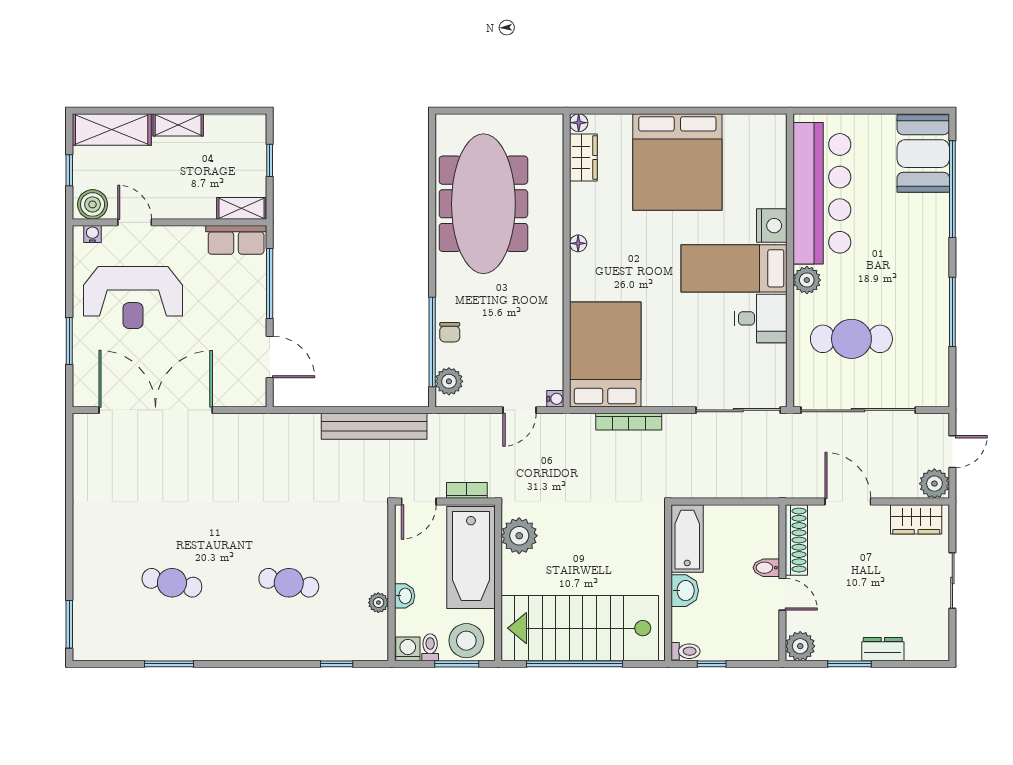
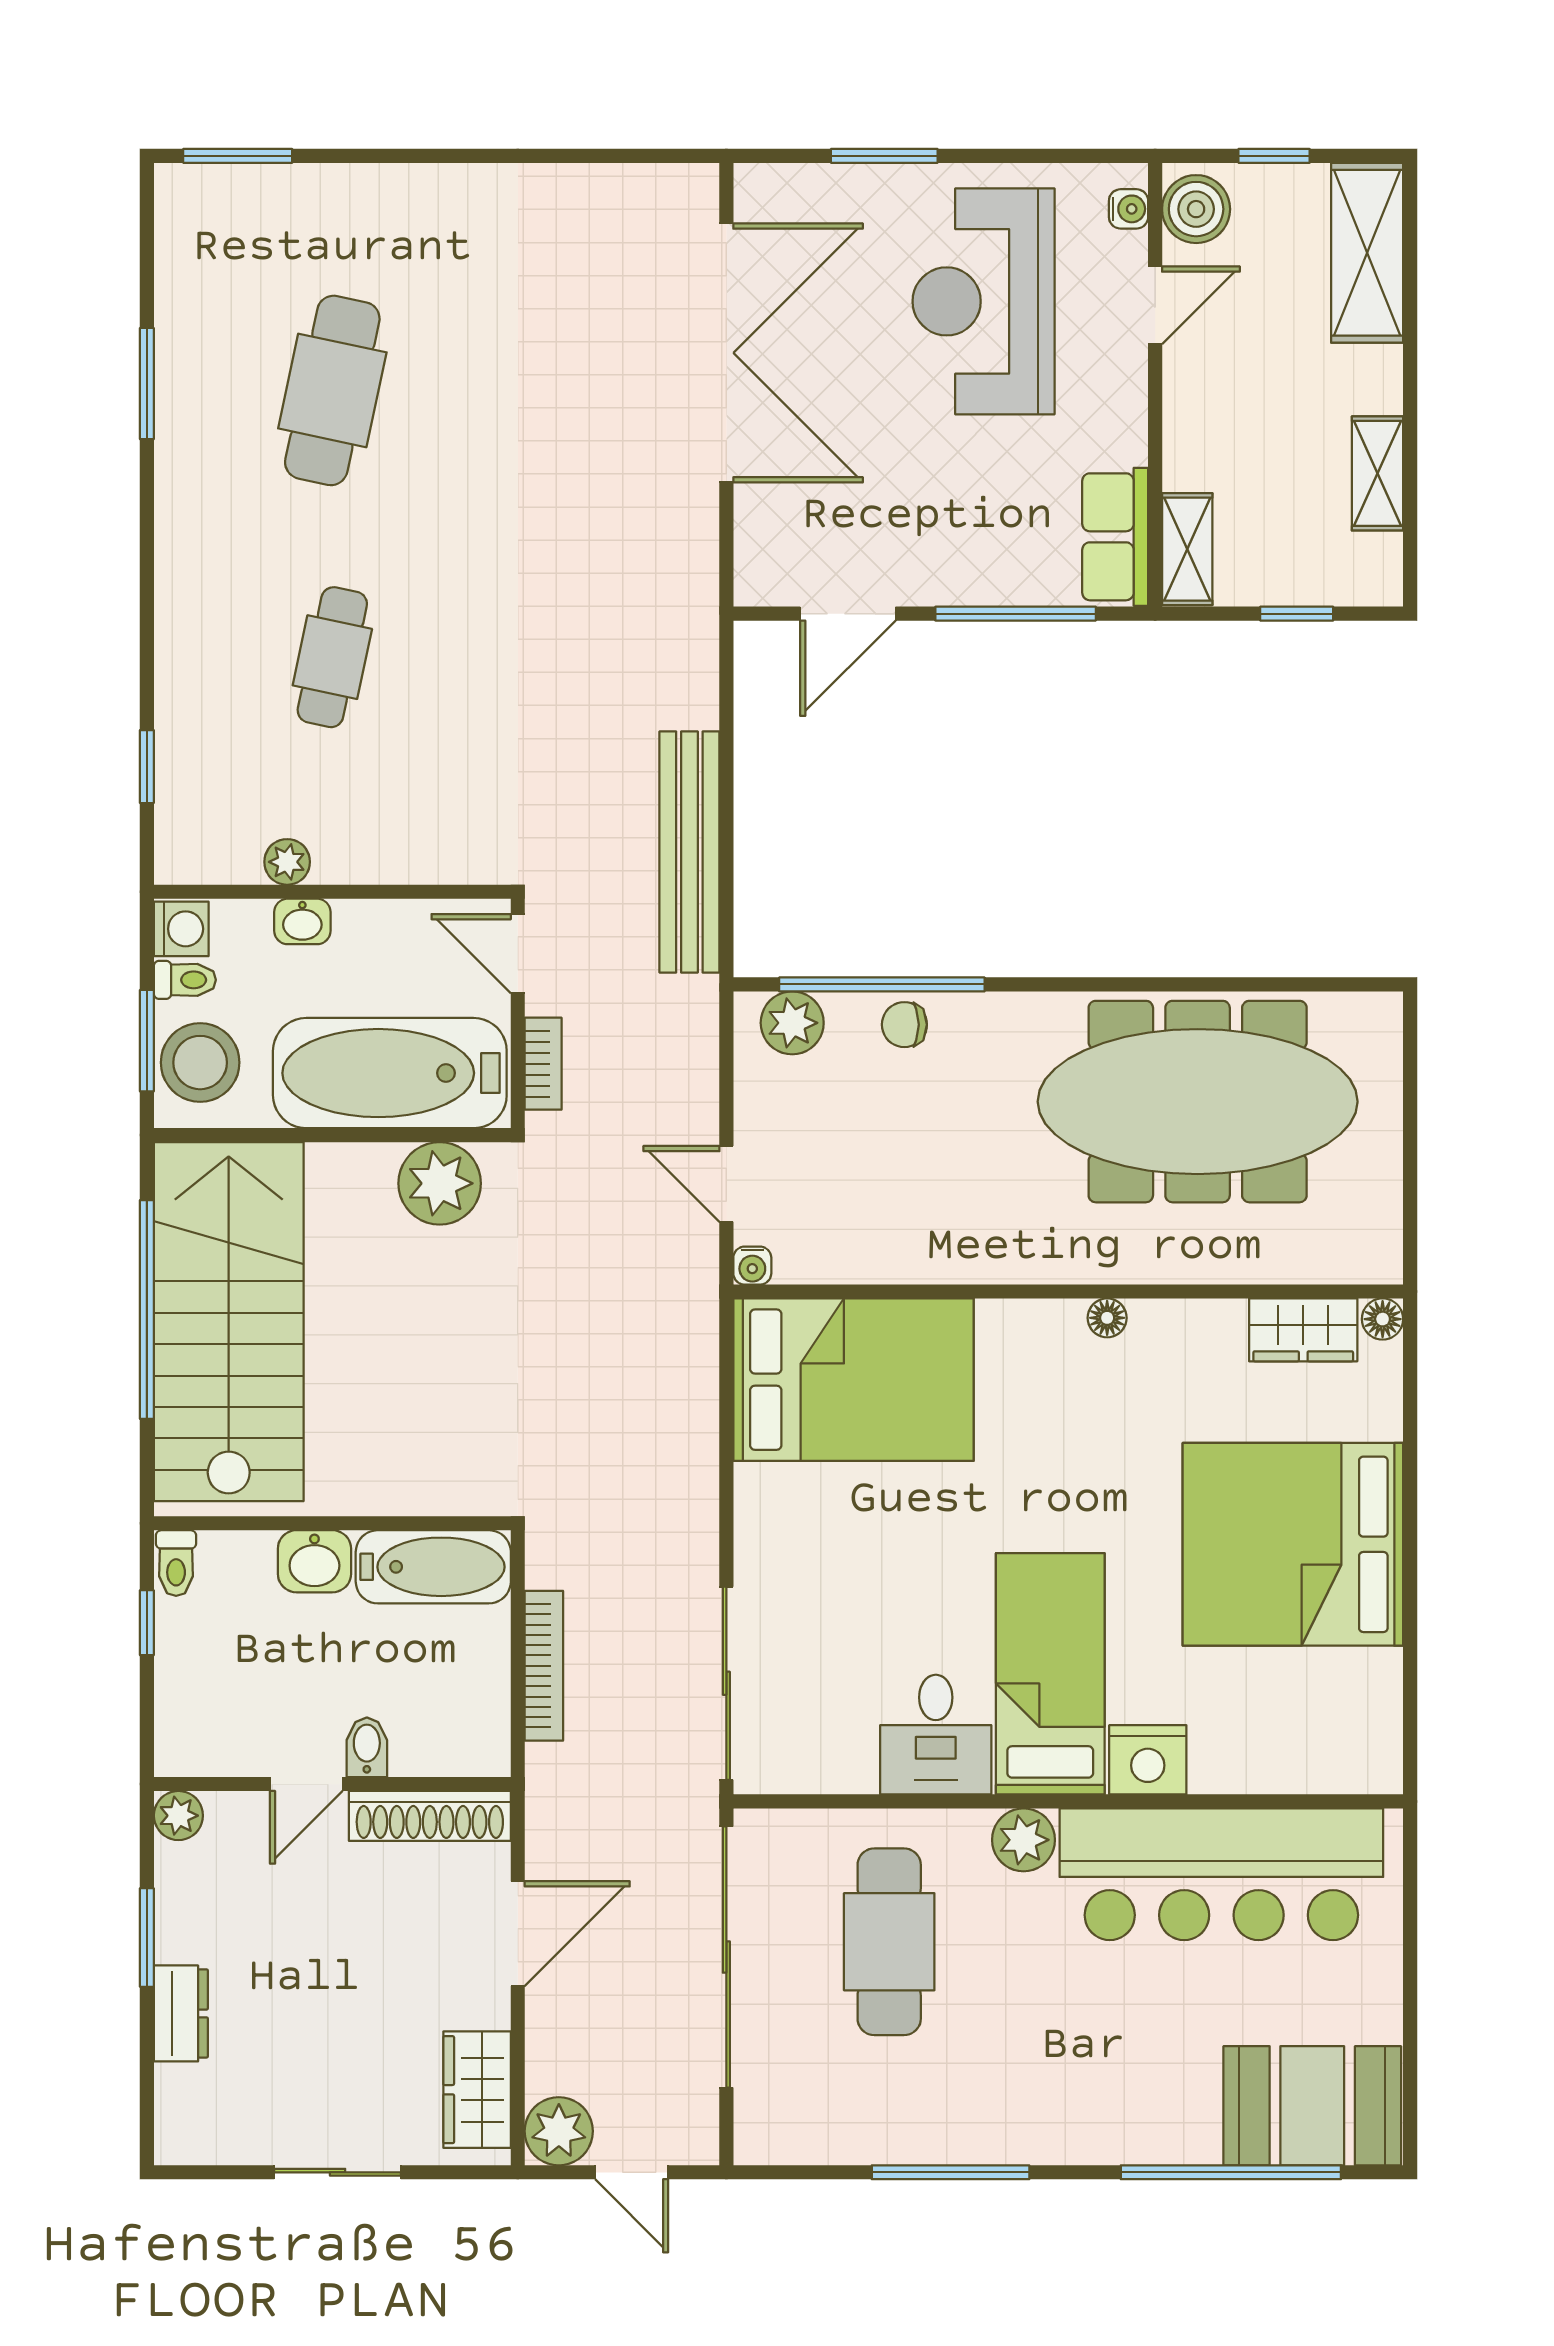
shelving: (178, 125) -> (1377, 473), moved
bookcase: (629, 422) -> (544, 1666), moved, turned 180
cafe table: (172, 583) -> (332, 390), width x1.37, depth x1.35
plant: (800, 646) -> (178, 1816), width x0.73, depth x0.73

